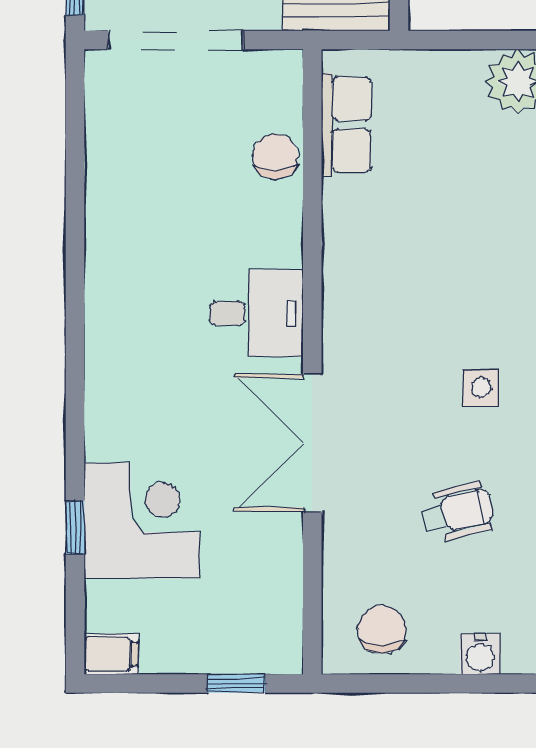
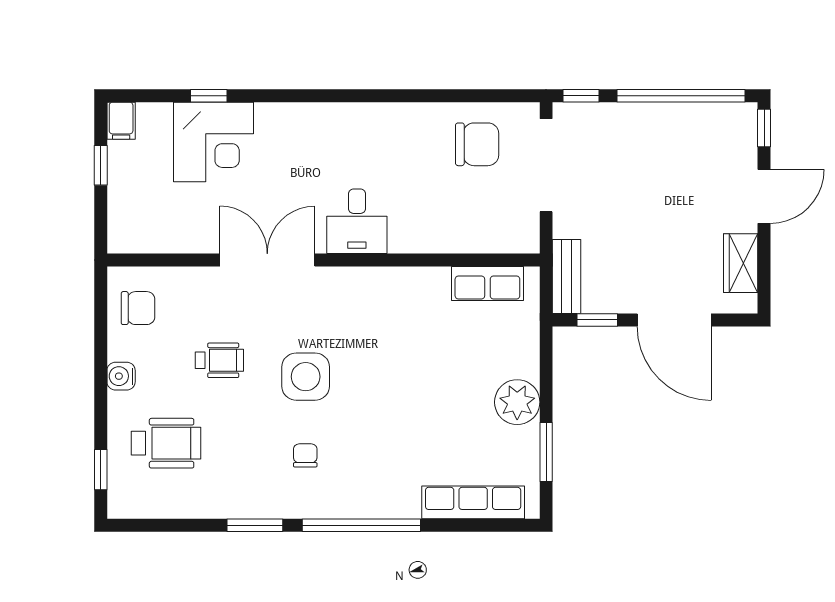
chair: (275, 156) -> (477, 144), moved, width x1.37, depth x1.37
side table: (481, 387) -> (306, 377), width x1.87, depth x1.87
wheelchair: (457, 512) -> (219, 360), turned -76
window: (236, 684) -> (101, 165), moved

